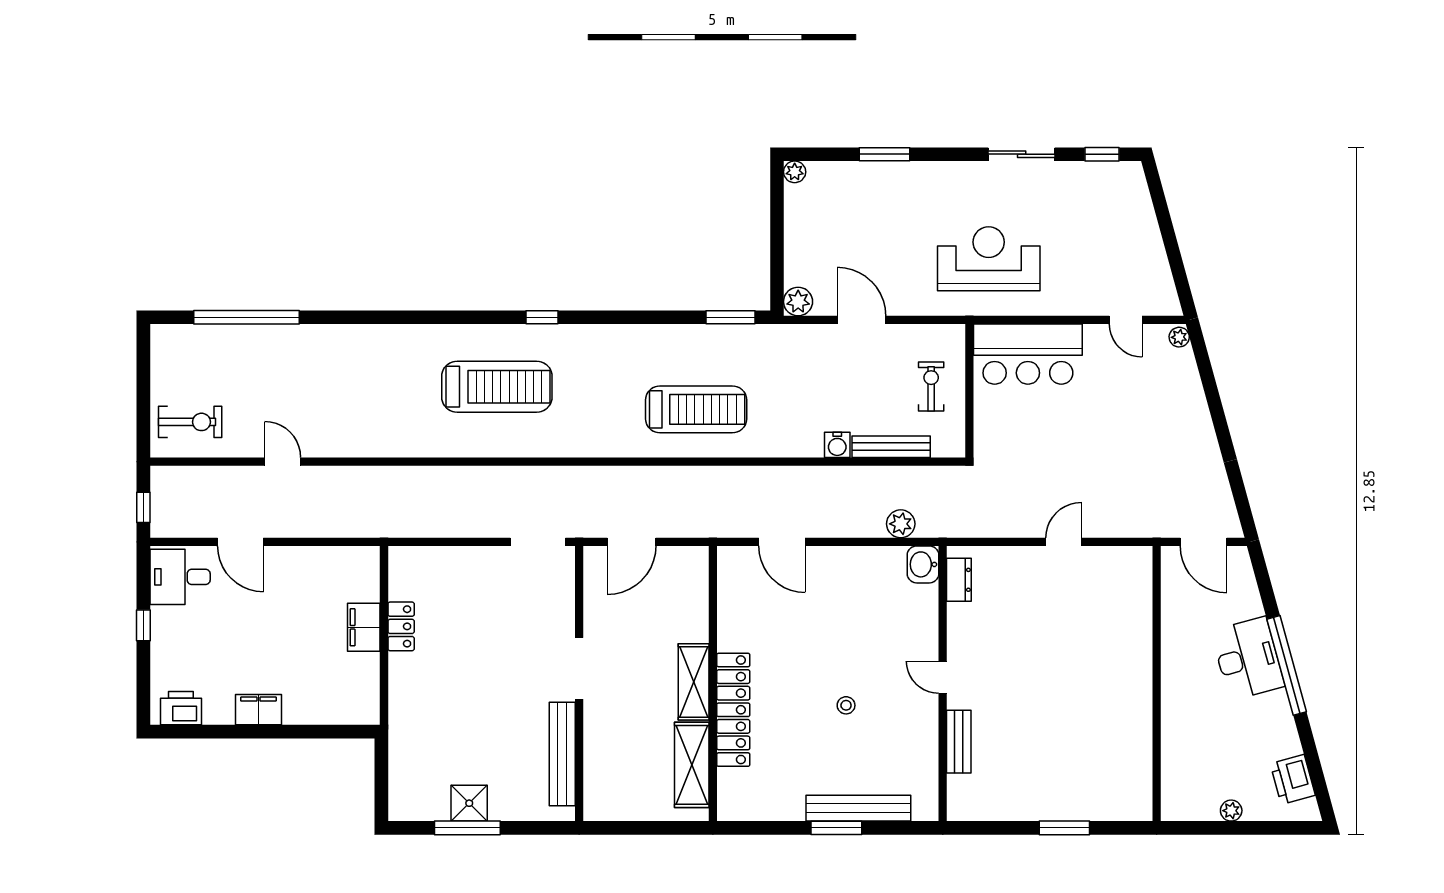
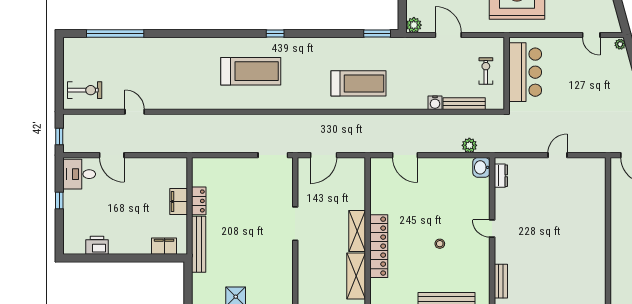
bar counter: (1028, 354) -> (525, 72), moved, turned -90
printer: (181, 708) -> (97, 245), moved
filing cabinet: (258, 710) -> (164, 246), moved
bench: (959, 742) -> (501, 281), moved
bench: (562, 754) -> (199, 244), moved

